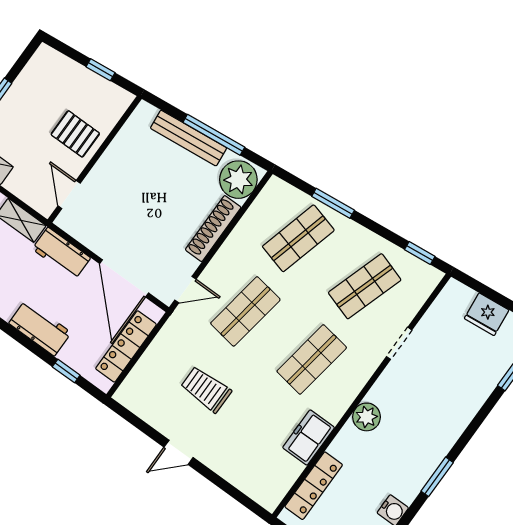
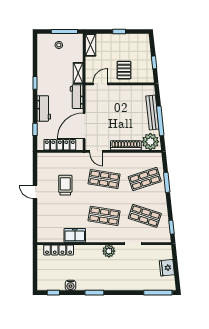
shop shelf: (298, 238) -> (145, 179), turned -33
plant: (367, 417) -> (109, 251), moved

